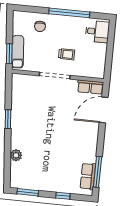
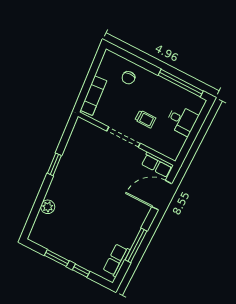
window: (69, 13) -> (181, 83), moved
desk: (97, 32) -> (182, 120), moved
window: (9, 54) -> (84, 94), removed
window: (98, 172) -> (136, 245), moved
window: (28, 192) -> (57, 258), moved

